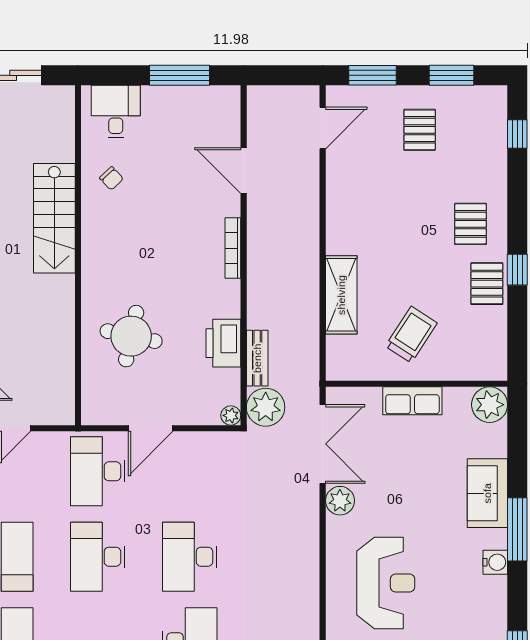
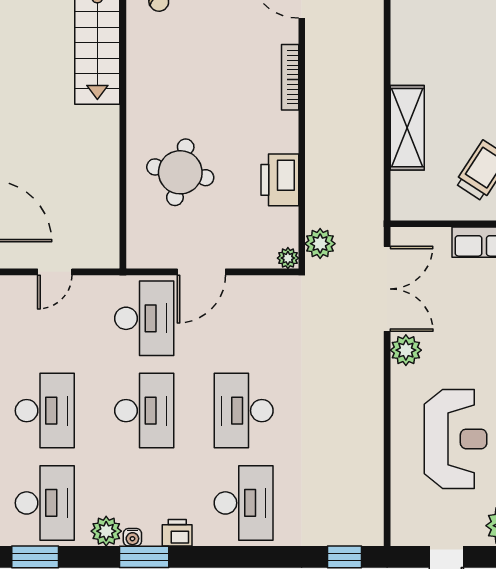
bench: (257, 358) -> (316, 196), removed
plant: (266, 407) -> (320, 244), width x0.73, depth x0.73
desk: (98, 471) -> (144, 318), turned 180
desk: (98, 557) -> (144, 411), turned 180

